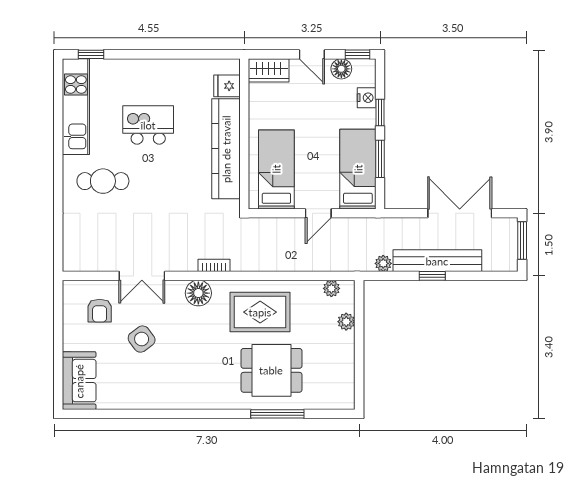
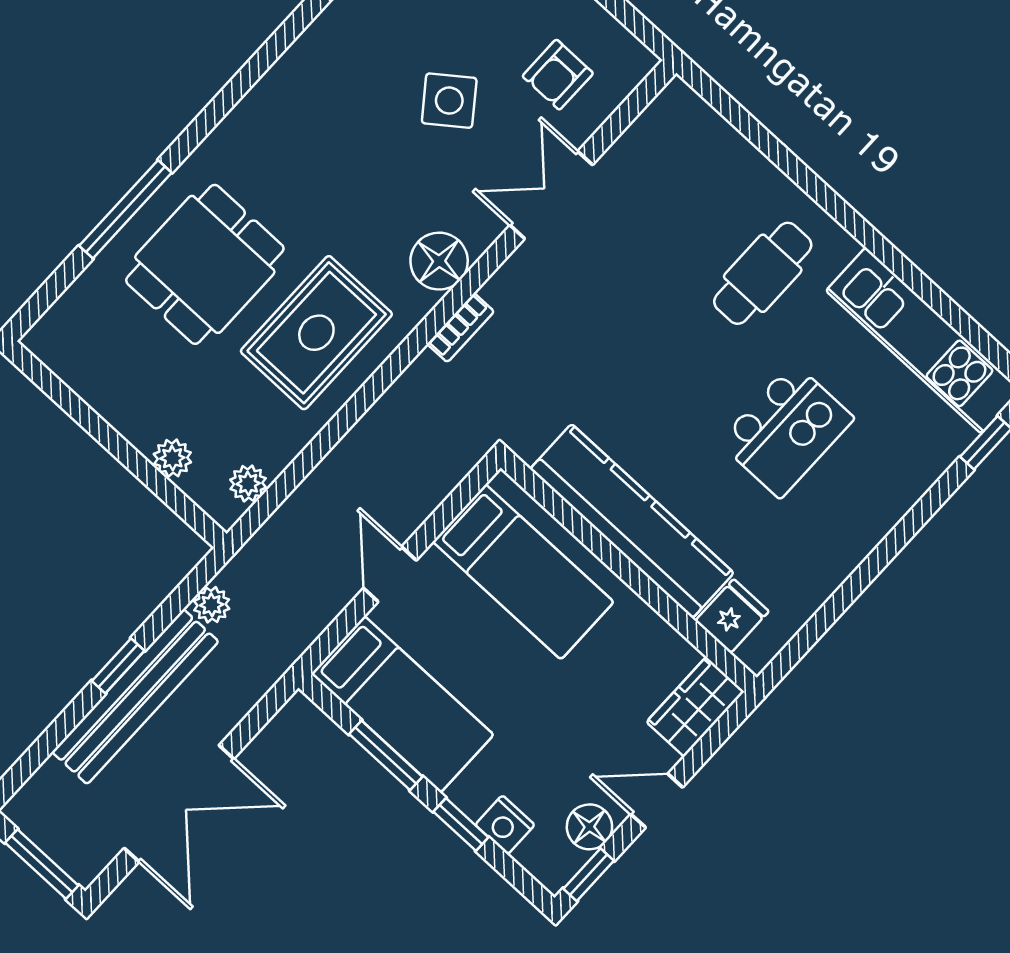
armchair: (100, 311) -> (558, 75), turned -90

